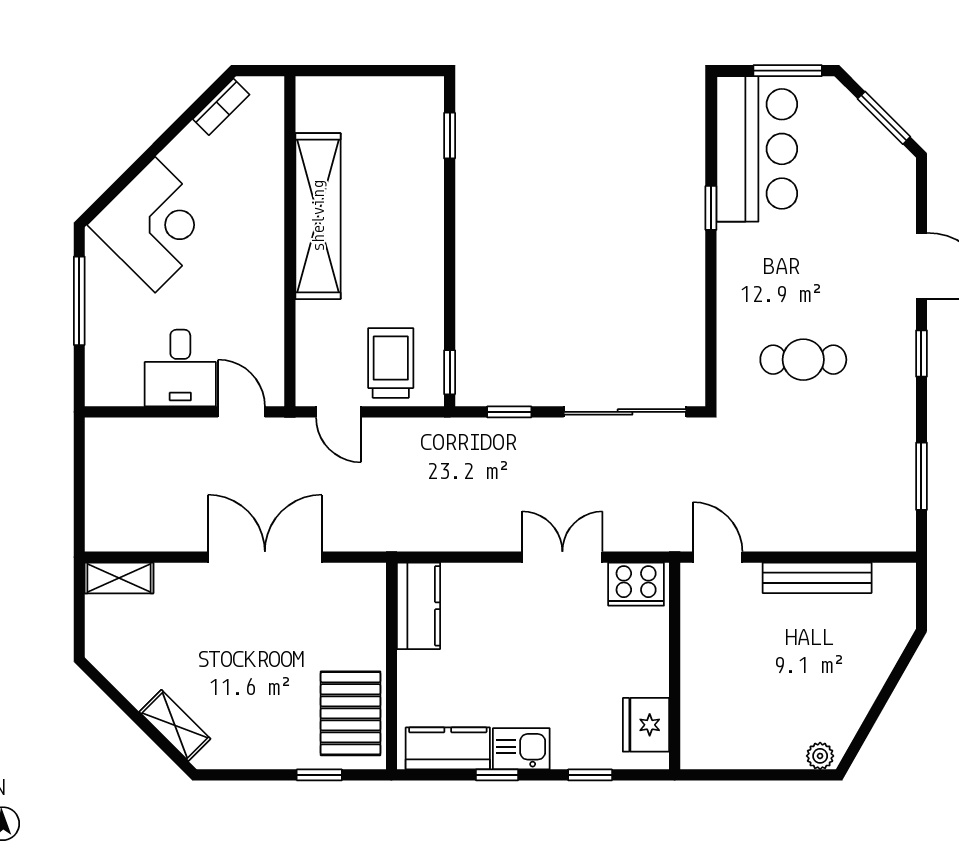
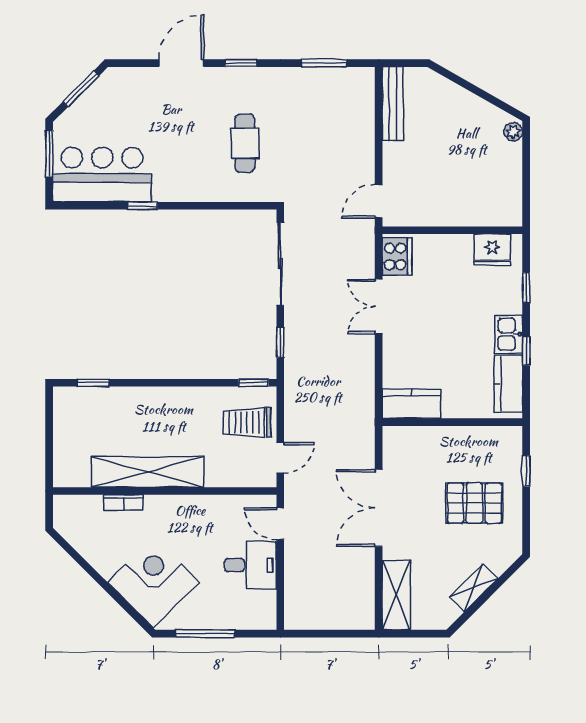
bookcase: (221, 107) -> (124, 502), moved, turned 135
door: (241, 412) -> (280, 524), hinge flipped
shelving: (119, 578) -> (396, 595), width x1.50, depth x1.33
bench: (817, 578) -> (393, 104), moved
pallet: (351, 713) -> (474, 503), moved
shelving: (175, 725) -> (474, 588), moved

